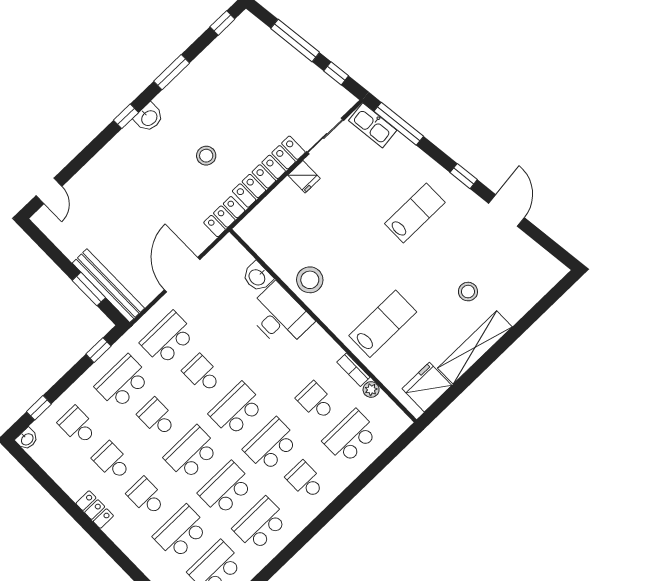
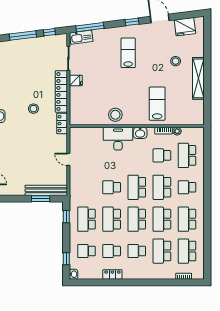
door: (182, 275) -> (68, 159), width x0.53
washbasin: (257, 277) -> (140, 133), moved
school desk: (168, 338) -> (87, 187), removed
fridge: (427, 387) -> (185, 27), moved, turned -97
school desk: (157, 418) -> (112, 219), width x1.85
locker: (95, 510) -> (112, 274), moved

